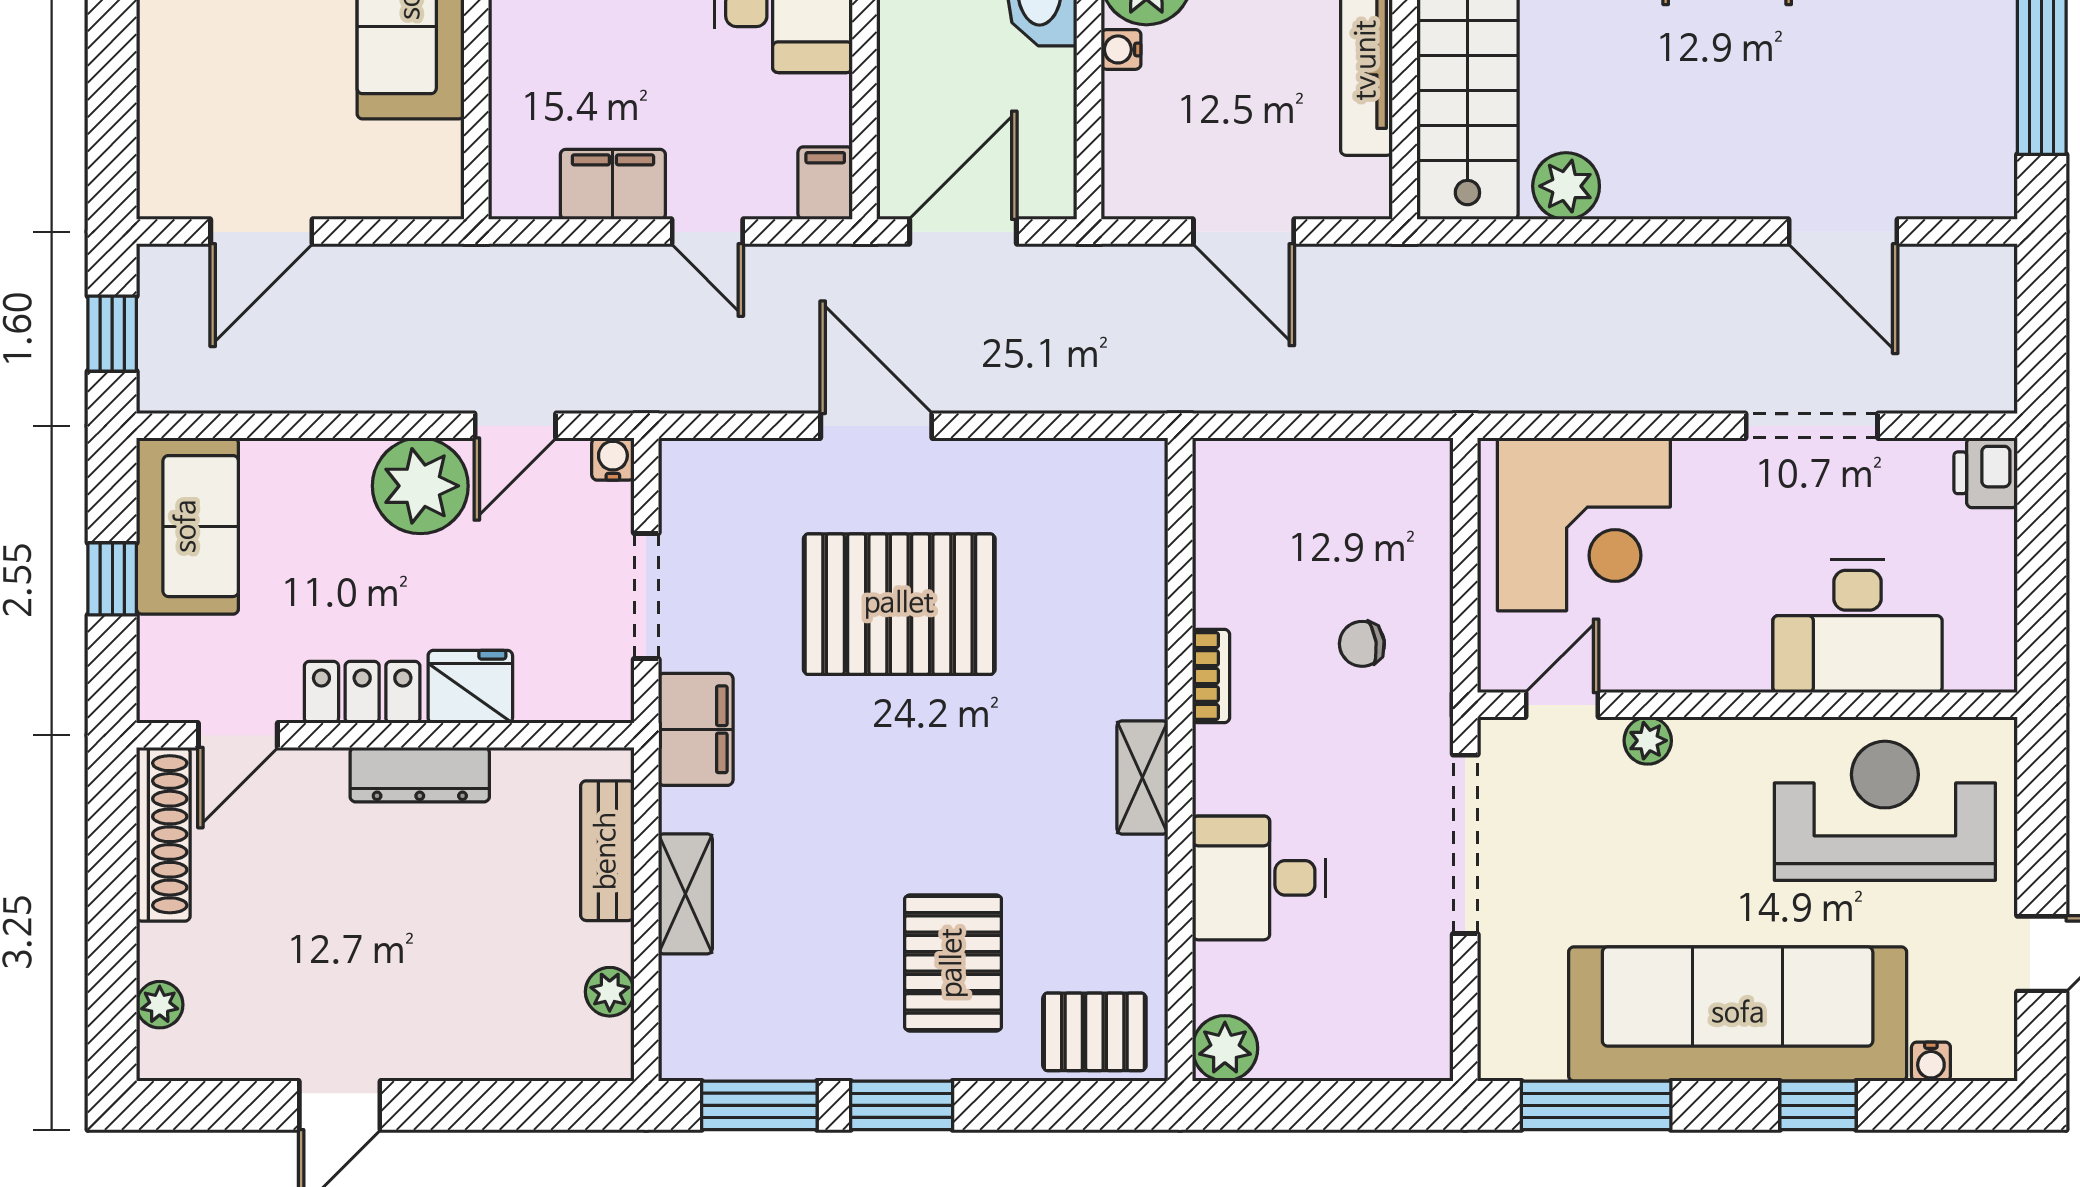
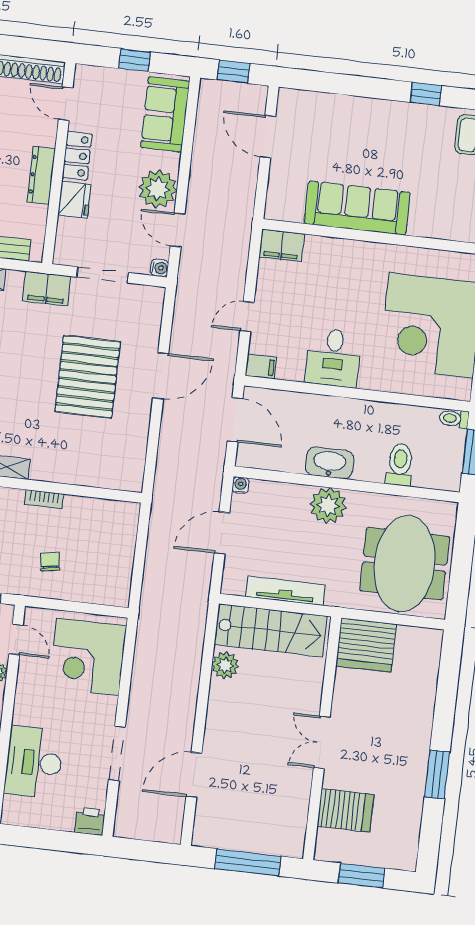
water cooler: (1121, 49) -> (241, 485), moved
filing cabinet: (613, 184) -> (282, 245), moved, turned 90
sofa: (187, 526) -> (165, 114), moved, turned 90

